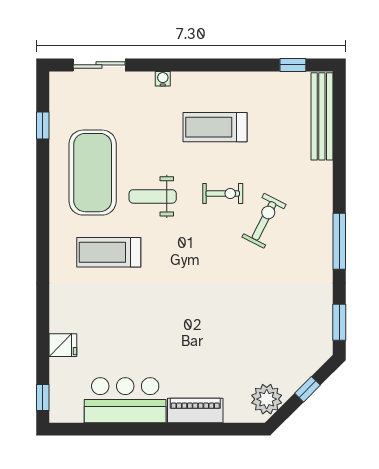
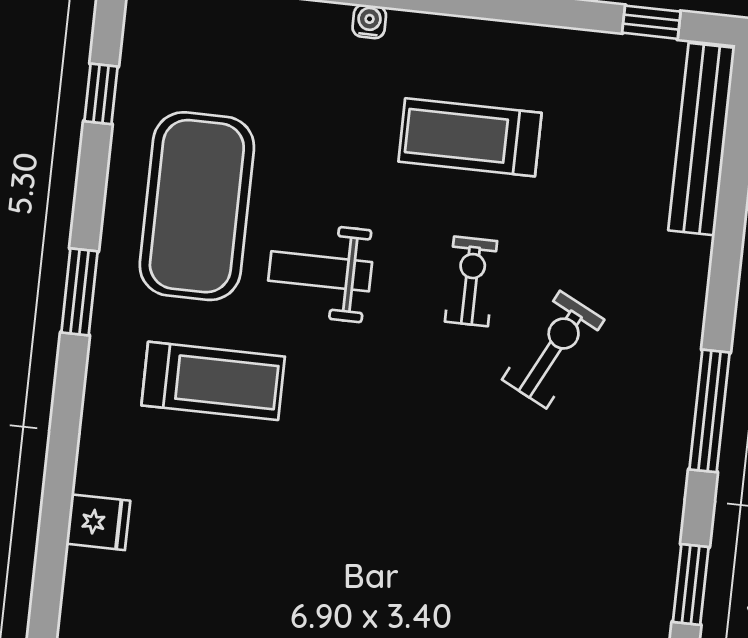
exercise bike: (223, 193) -> (471, 281), turned -90
window: (43, 218) -> (79, 292), added
treadmill: (109, 252) -> (213, 381), turned 180
fridge: (63, 345) -> (98, 522), moved

